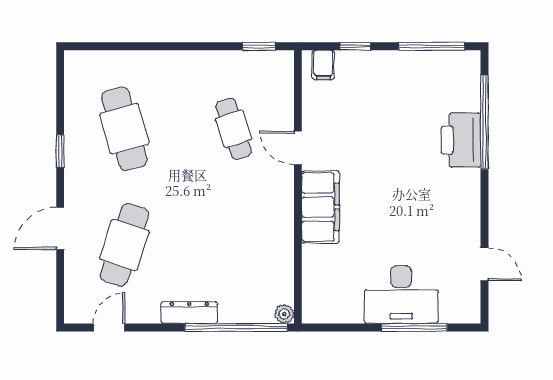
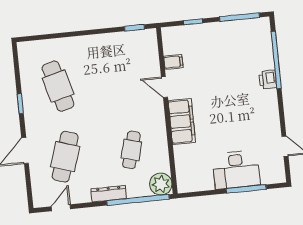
filing cabinet: (323, 65) -> (173, 62), moved, turned -90
cafe table: (234, 129) -> (131, 150), moved, turned 33
printer: (461, 140) -> (268, 80), width x0.53, depth x0.68
plant: (284, 314) -> (161, 184), width x1.88, depth x1.88

